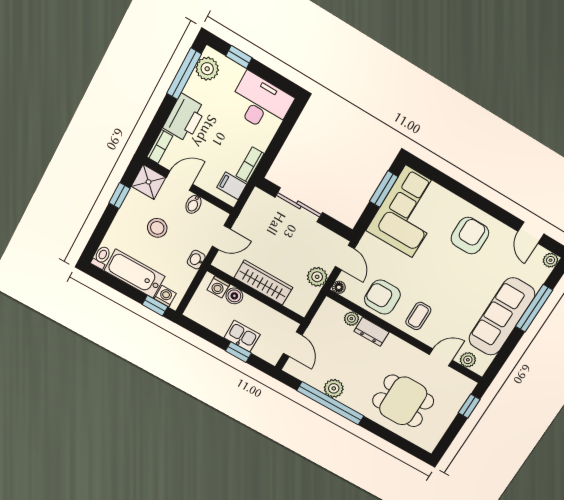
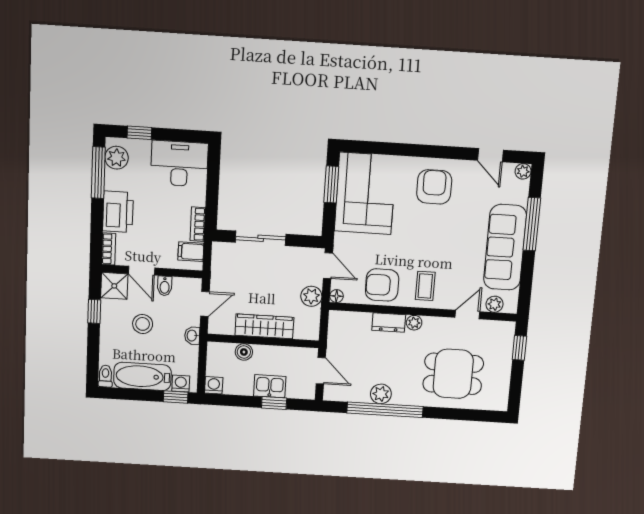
door: (180, 181) -> (142, 271), swing flipped
washing machine: (218, 287) -> (214, 385), moved, turned 180
plant: (351, 319) -> (414, 323), moved

